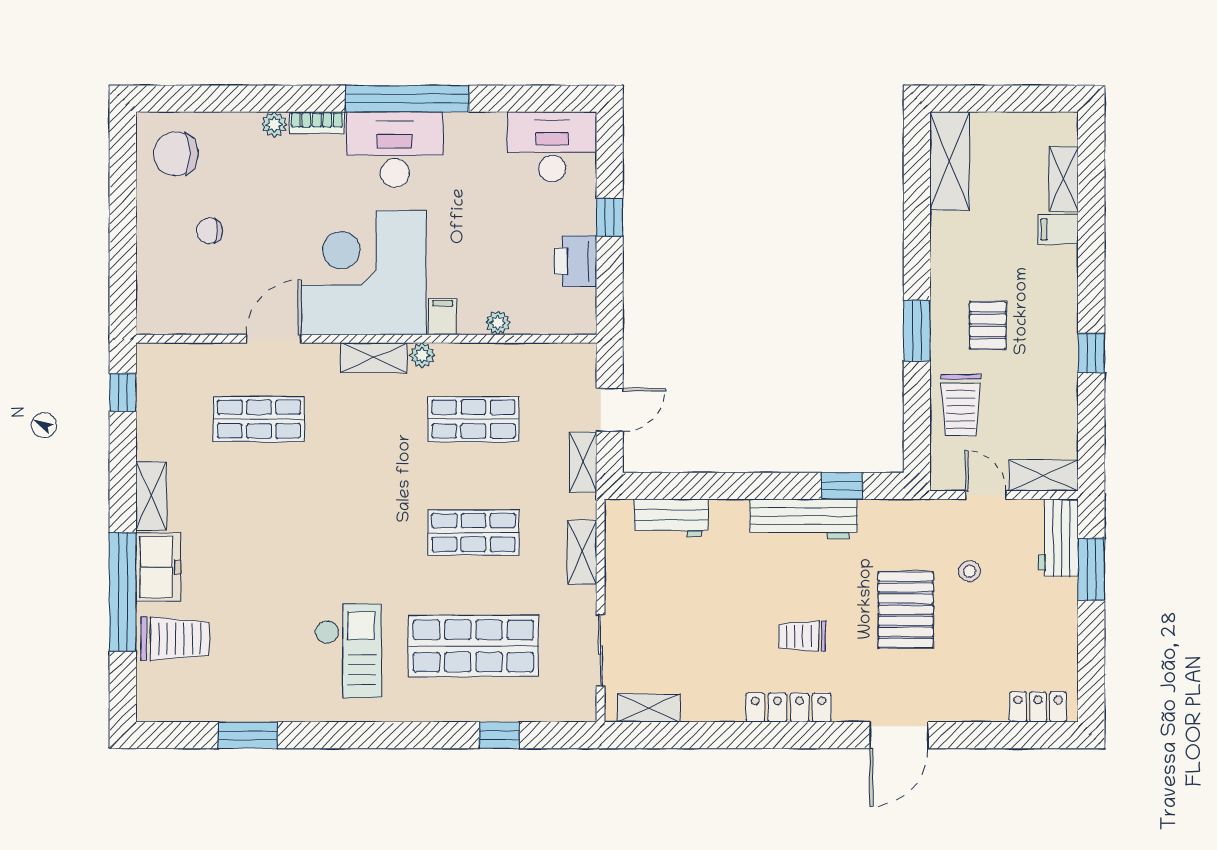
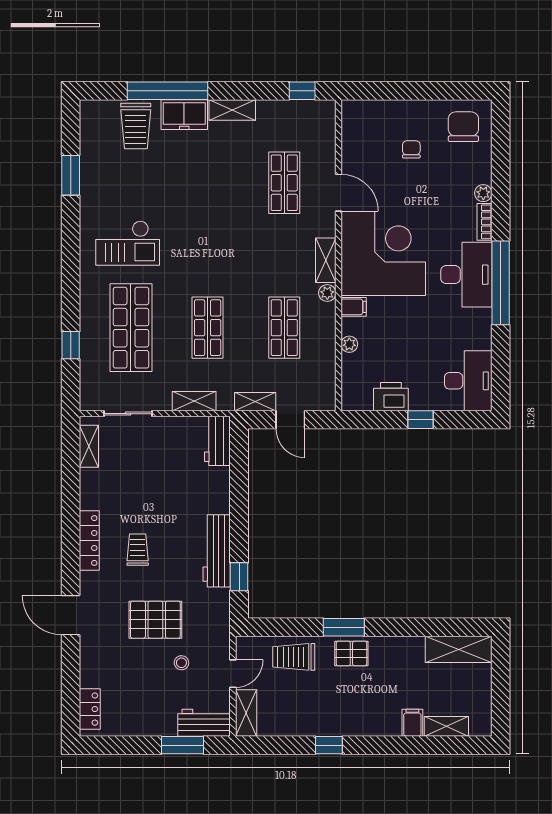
pallet: (988, 325) -> (351, 653), moved
workbench: (671, 518) -> (217, 441), moved

